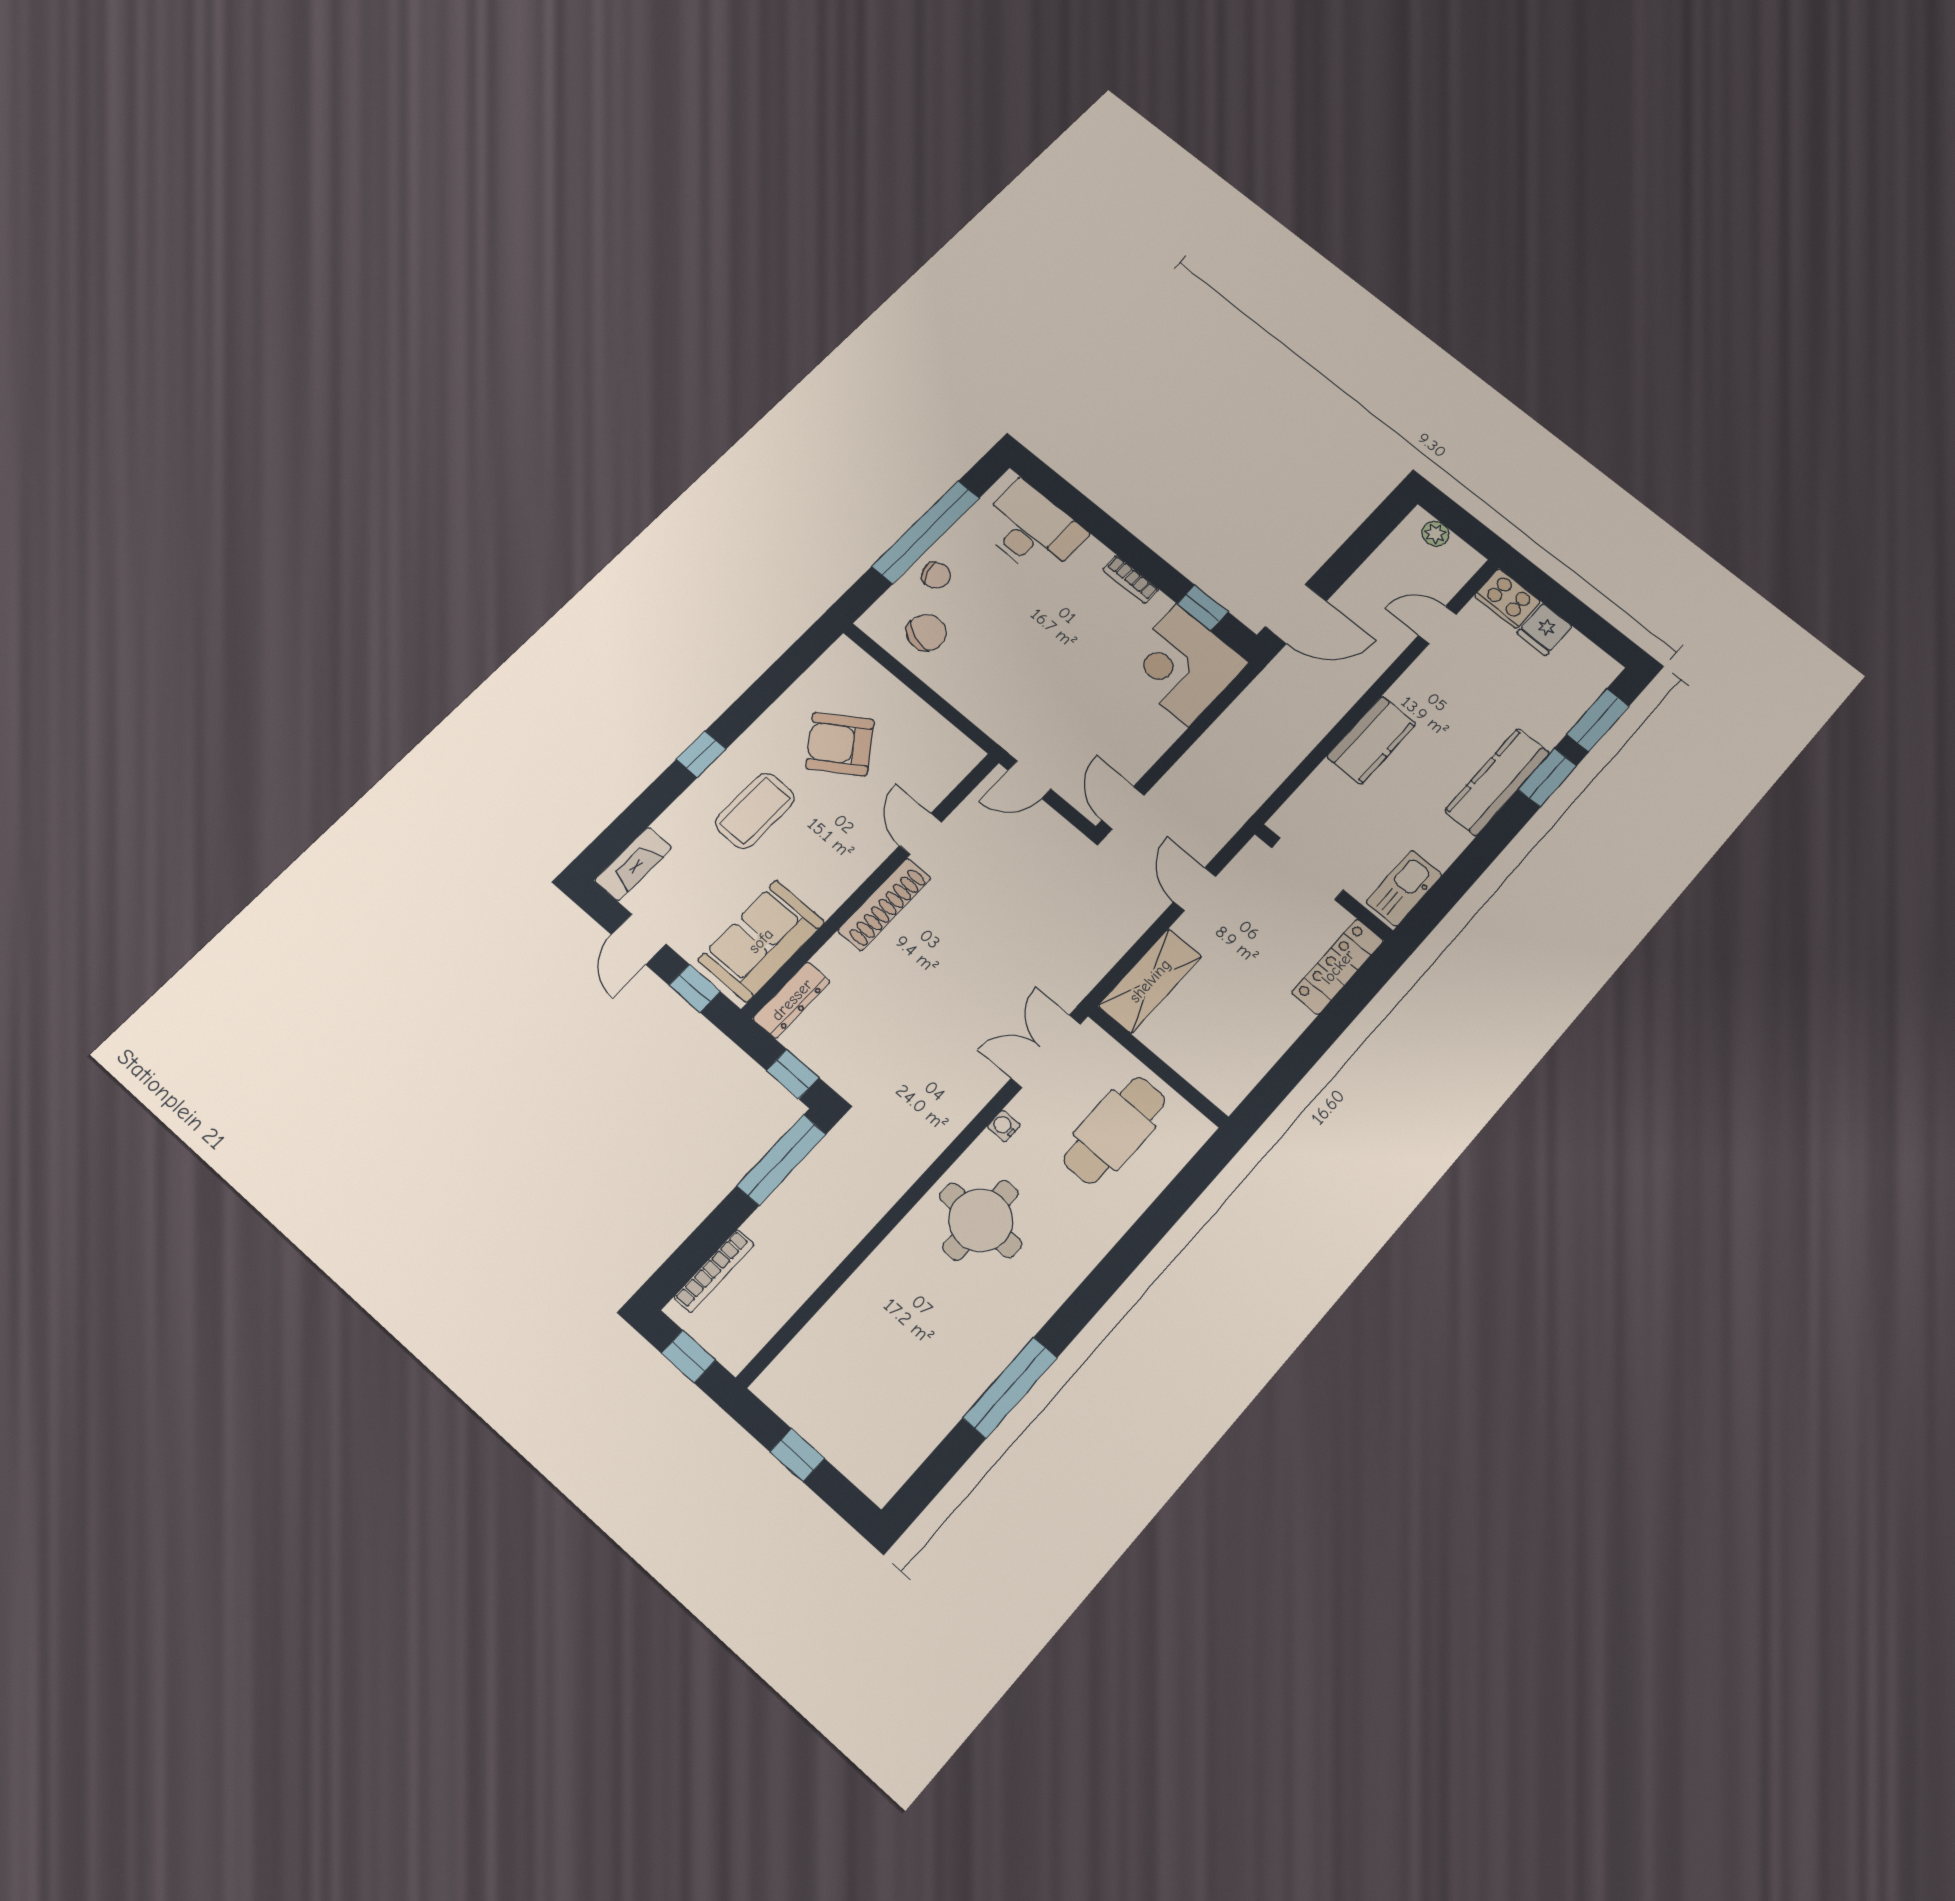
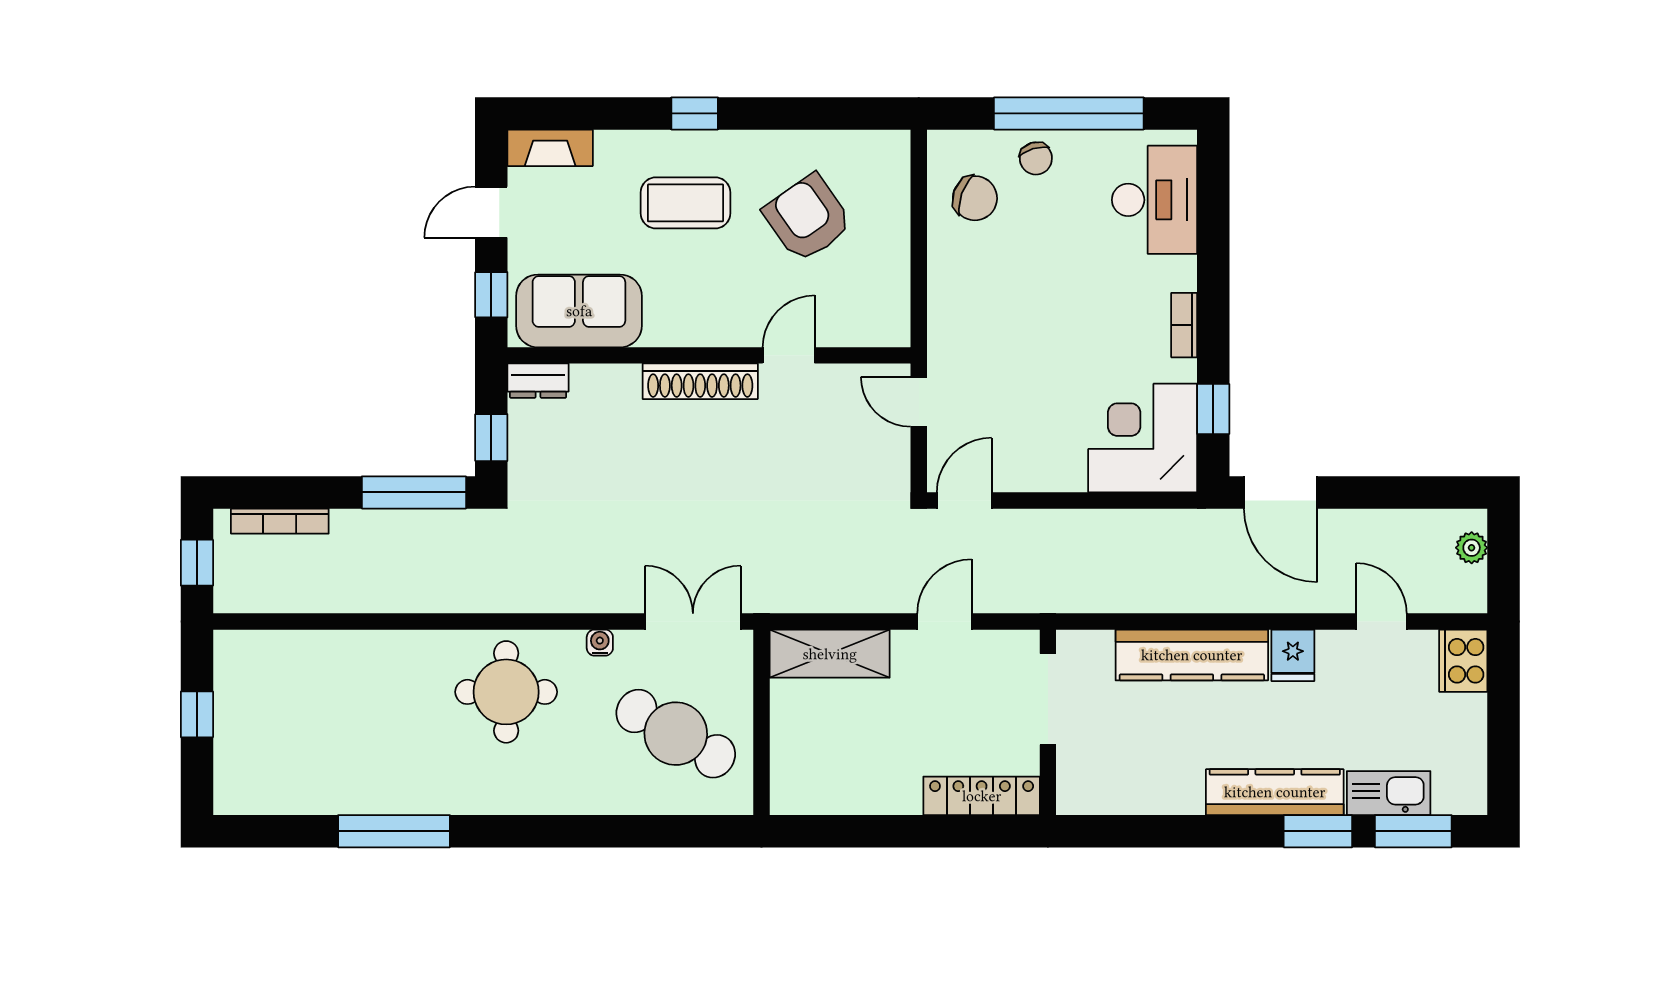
fridge: (1544, 630) -> (1293, 655), moved, turned -90
kitchen counter: (1371, 740) -> (1192, 655), width x1.50
kitchen sink: (1404, 888) -> (1389, 793), moved
dresser: (792, 1000) -> (538, 381), width x0.70
cafe table: (1114, 1130) -> (676, 734), turned 30

